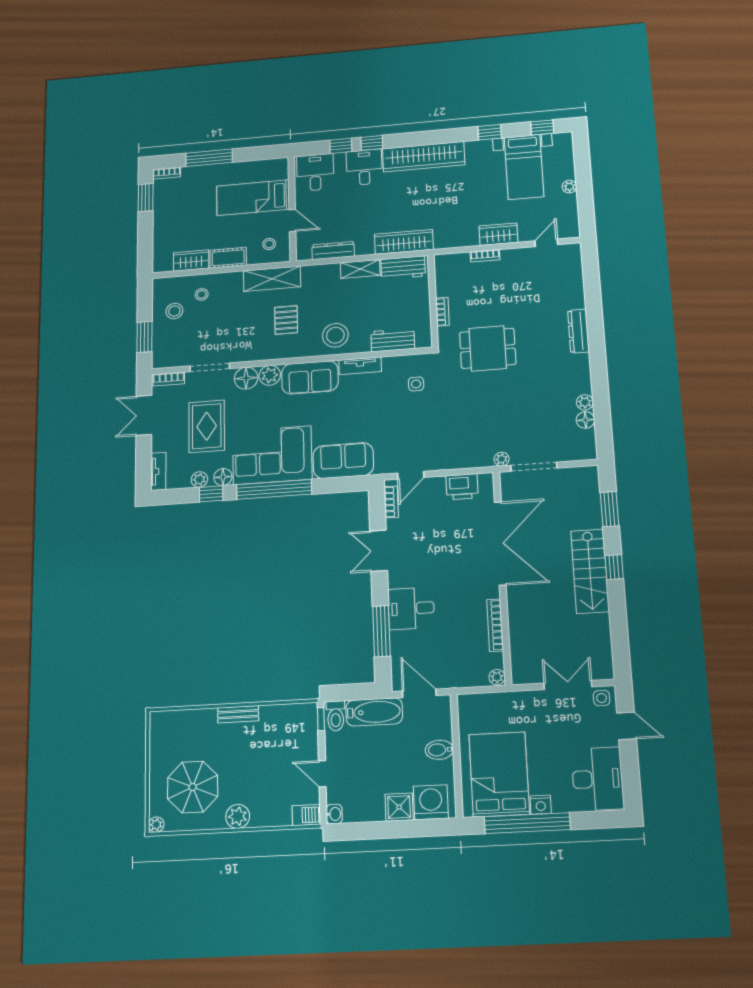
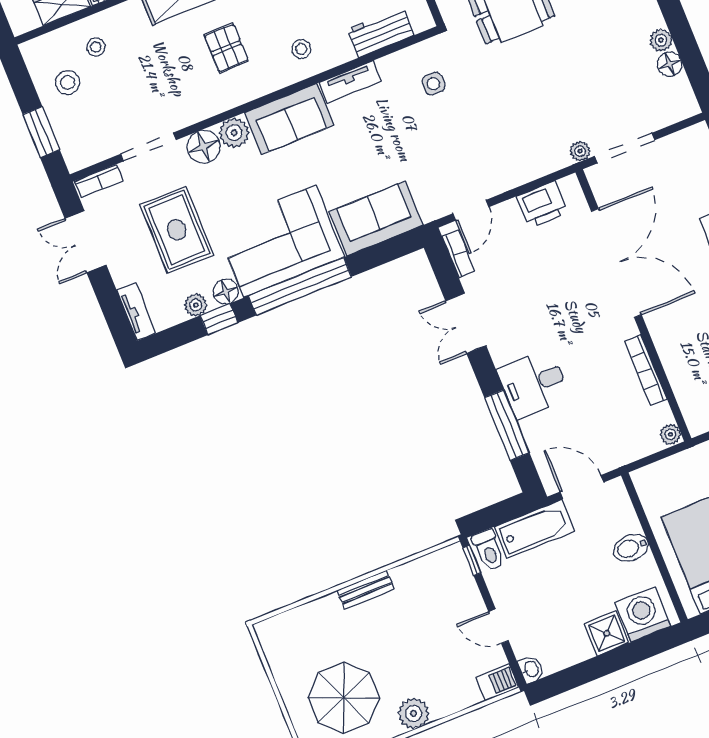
stool: (335, 335) -> (301, 49), width x0.53, depth x0.53

